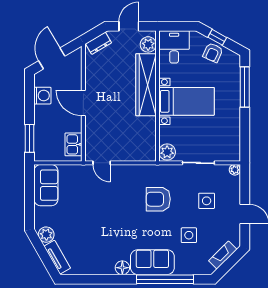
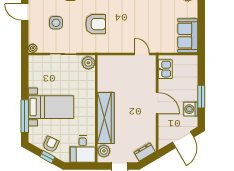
bed with nightstands: (187, 101) -> (51, 107), moved, turned 180
window: (30, 138) -> (201, 97), moved

